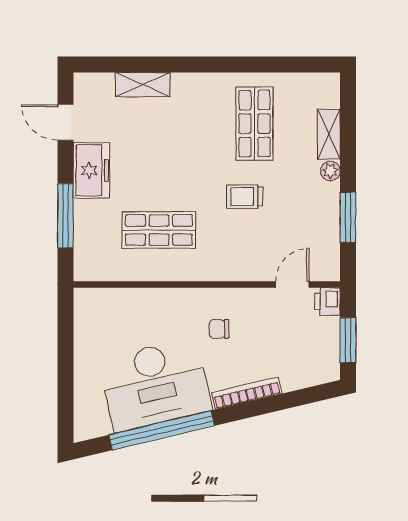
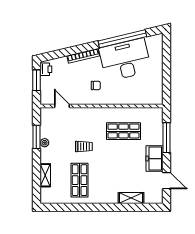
plant: (330, 171) -> (45, 143), moved
door: (292, 284) -> (62, 106), swing flipped
printer: (327, 301) -> (46, 69), moved

